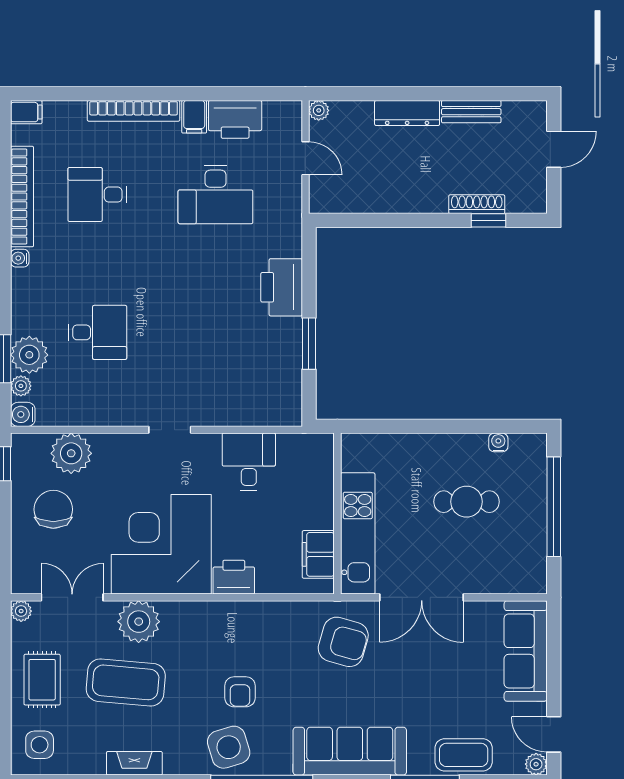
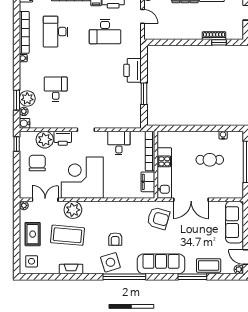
desk: (97, 195) -> (56, 32), width x1.37
desk: (97, 332) -> (56, 89), turned -90
bookcase: (323, 481) -> (150, 151), added
printer: (234, 577) -> (63, 138), moved, turned 180

